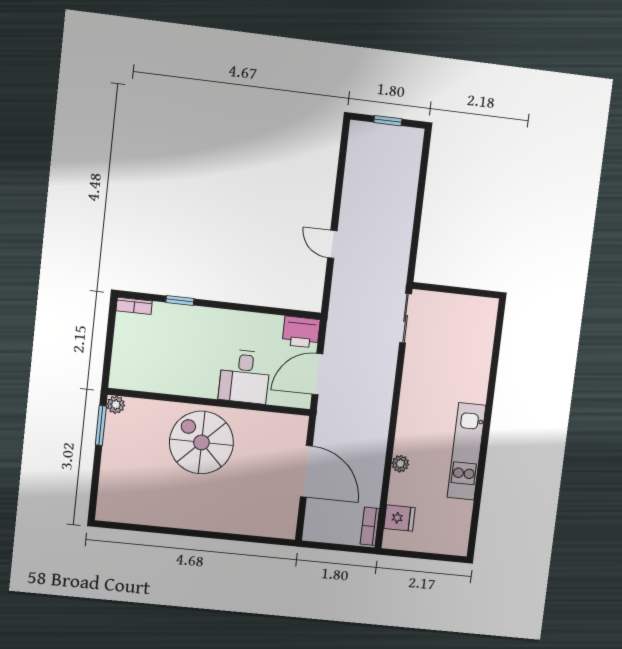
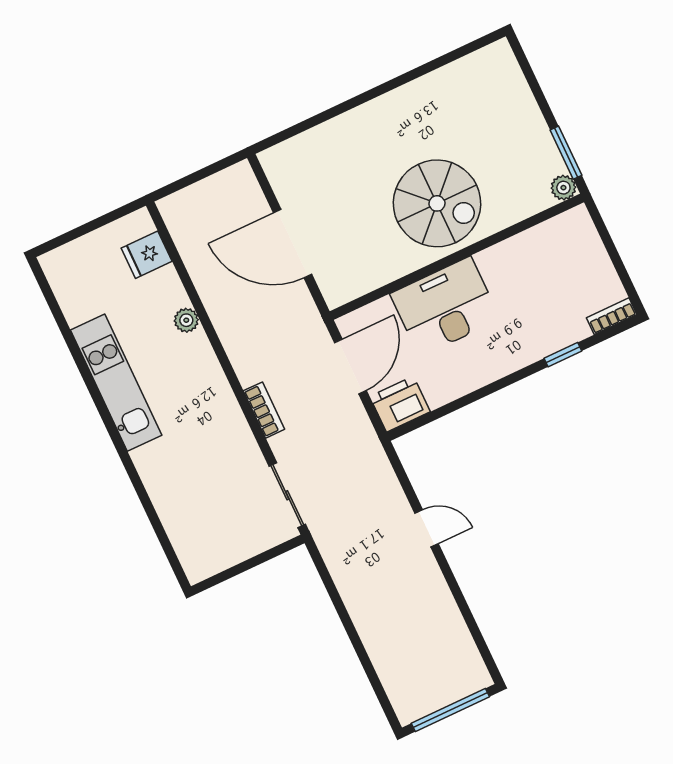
window: (388, 121) -> (450, 710), width x2.17
desk: (245, 377) -> (445, 306), width x1.37
bookcase: (370, 526) -> (264, 410), moved

